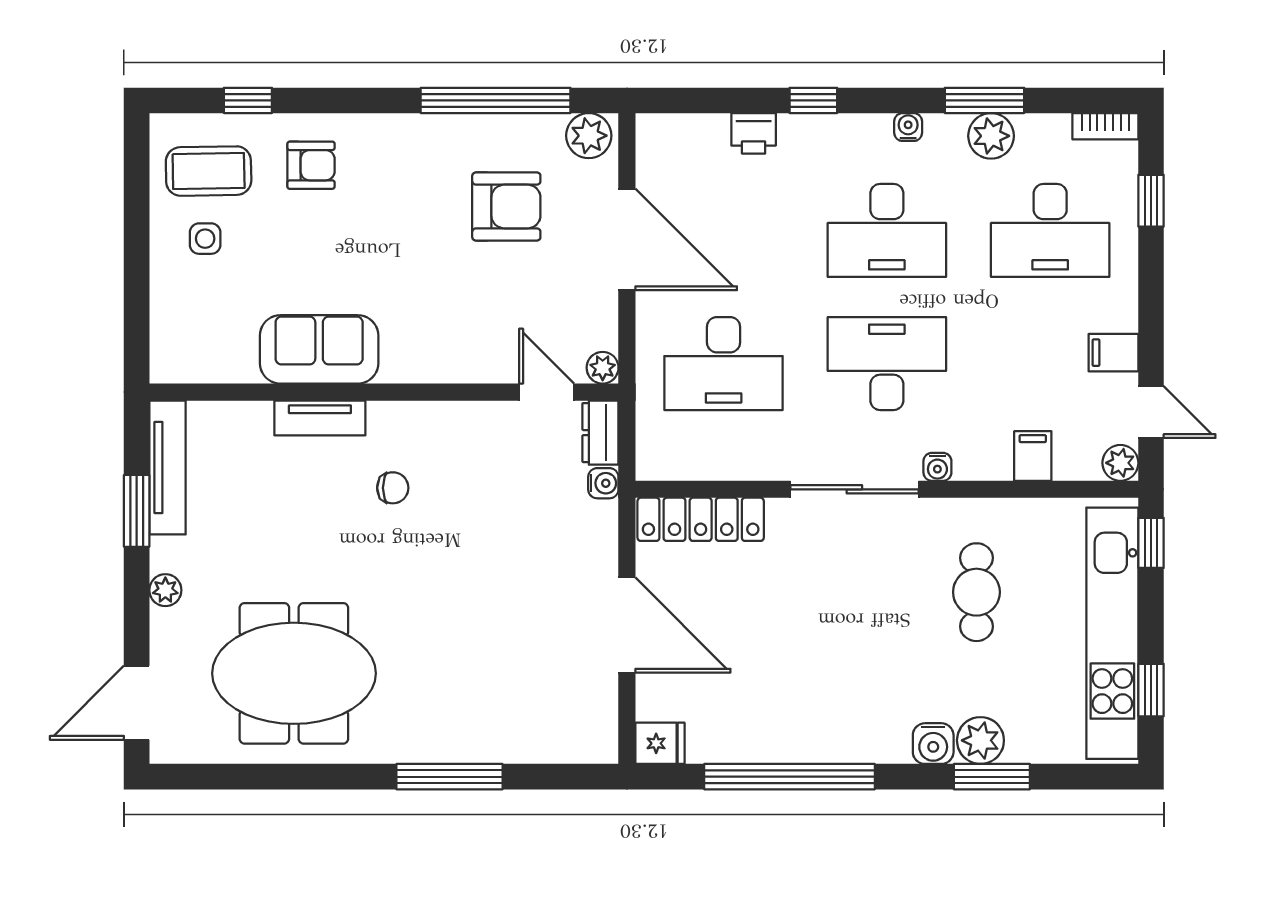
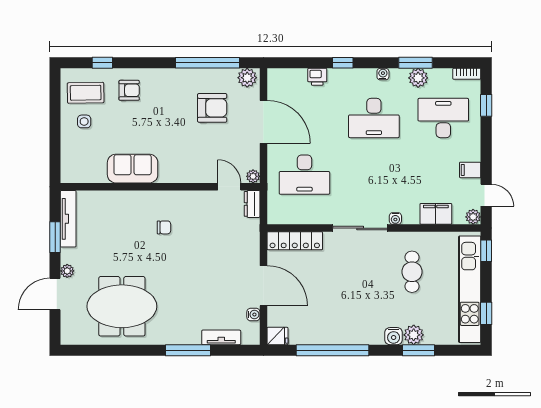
desk: (1050, 230) -> (443, 118), turned 180
desk: (887, 364) -> (374, 175), removed
tv unit: (320, 418) -> (221, 337), moved, turned 180
filing cabinet: (1033, 456) -> (436, 214), width x2.00
water cooler: (603, 483) -> (253, 315), moved
door: (137, 703) -> (55, 294), moved

